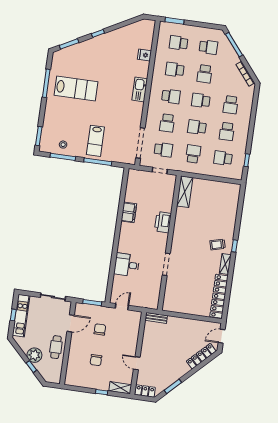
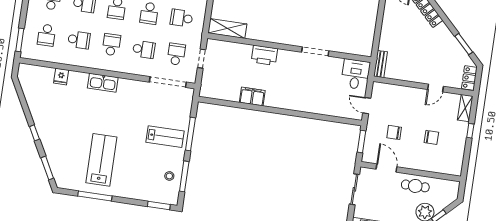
school desk: (175, 70) -> (79, 40), turned -90
desk: (127, 265) -> (356, 74), moved, turned 180

